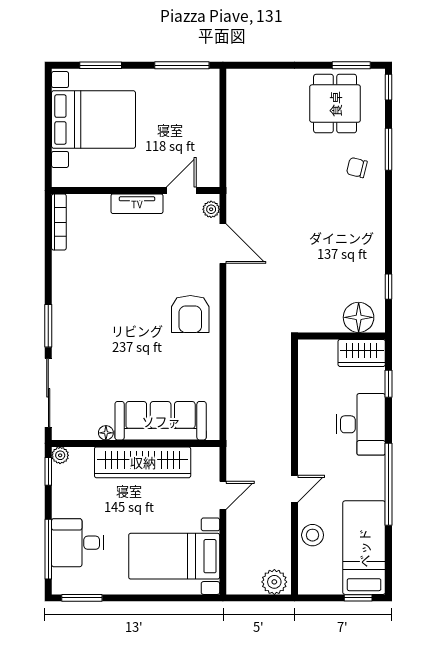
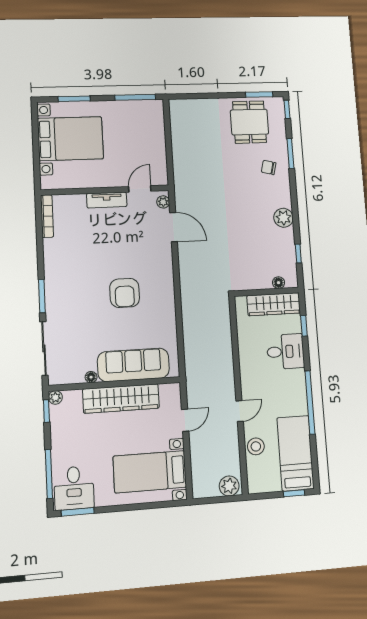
plant: (372, 237) -> (284, 218), added
armchair: (190, 314) -> (125, 293), moved
floor lamp: (359, 317) -> (279, 283), width x0.53, depth x0.53
wardrobe: (362, 353) -> (274, 304), width x1.50
desk: (361, 424) -> (285, 352), width x0.73
desk: (78, 543) -> (74, 488), moved, turned -90

